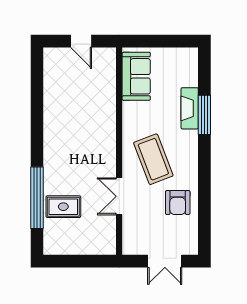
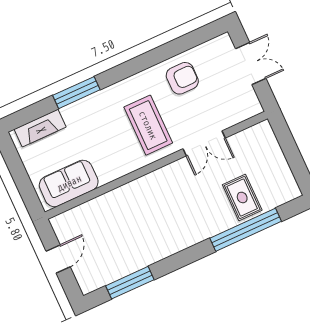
window: (37, 89) -> (130, 283), added
fireplace: (190, 108) -> (40, 128), moved
coffee table: (153, 159) -> (148, 125), turned -69

